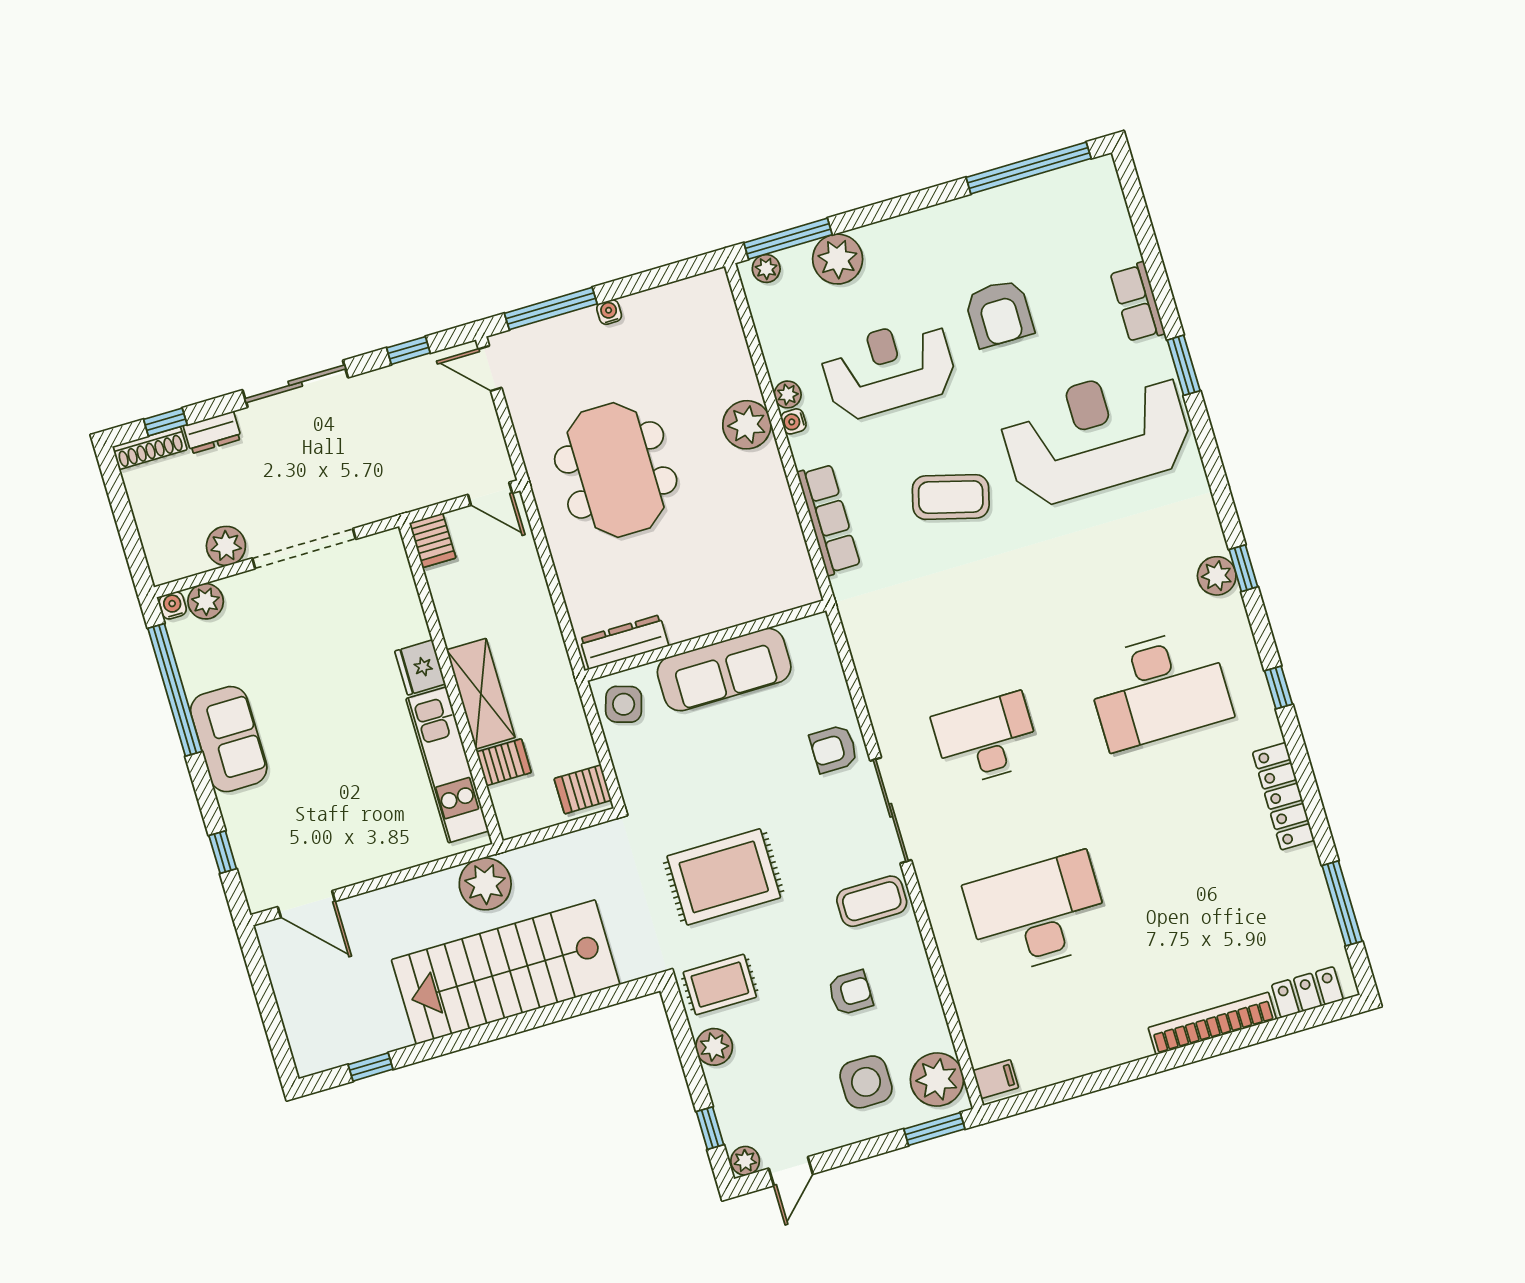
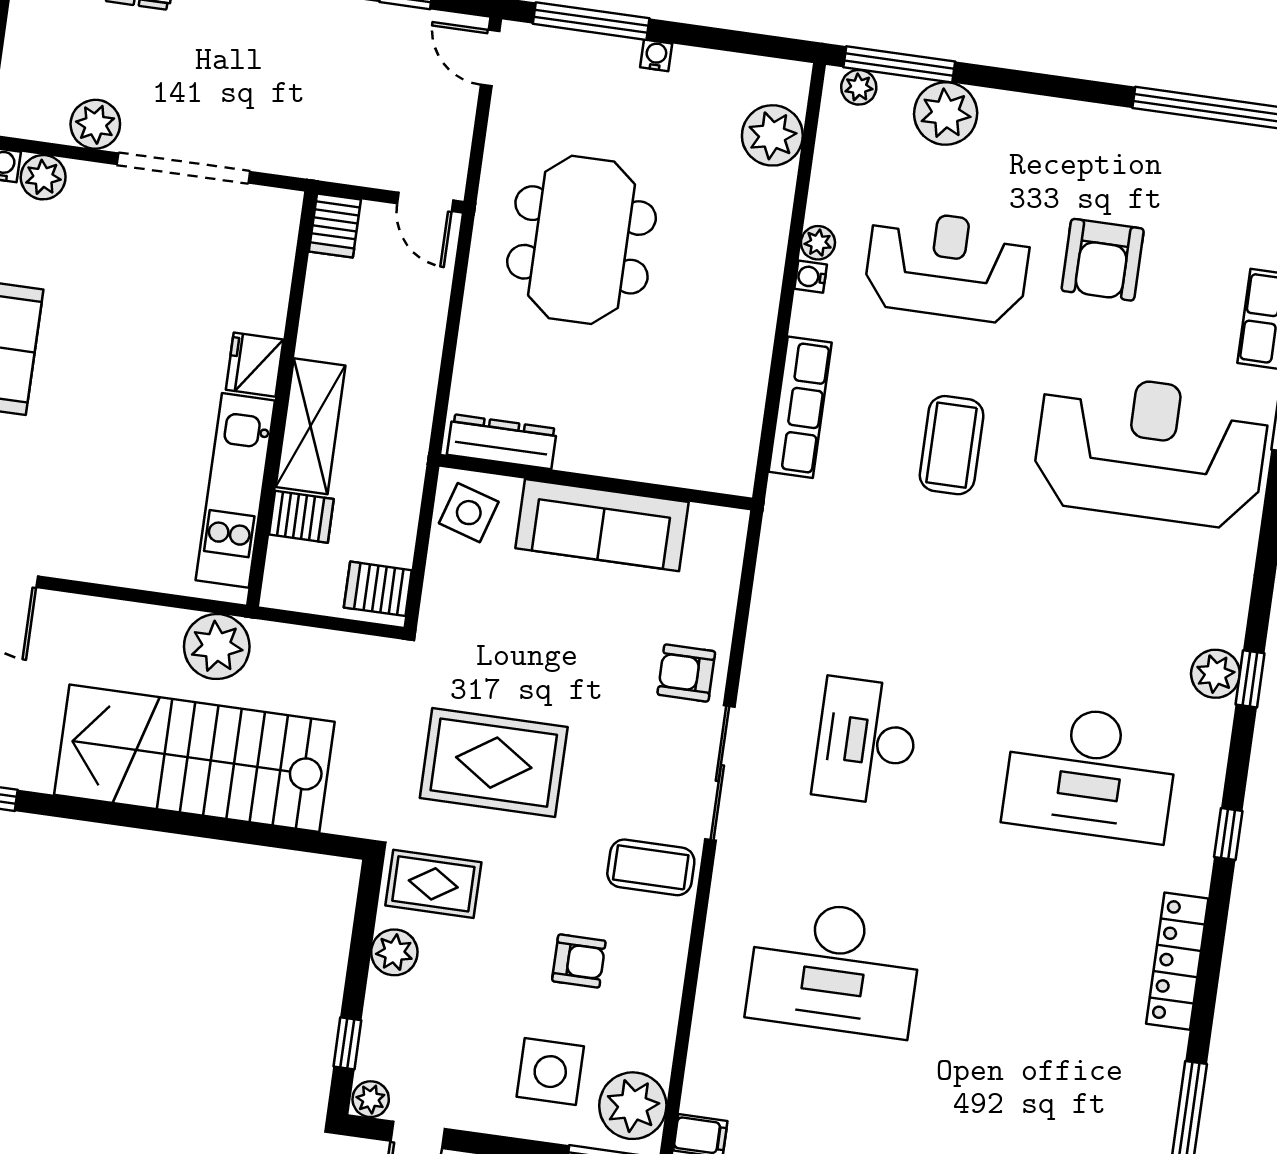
plant: (747, 425) -> (772, 135), moved
coffee table: (951, 497) -> (952, 445), turned 75
desk: (986, 739) -> (866, 741), turned -90
desk: (1038, 914) -> (834, 968), turned 180

